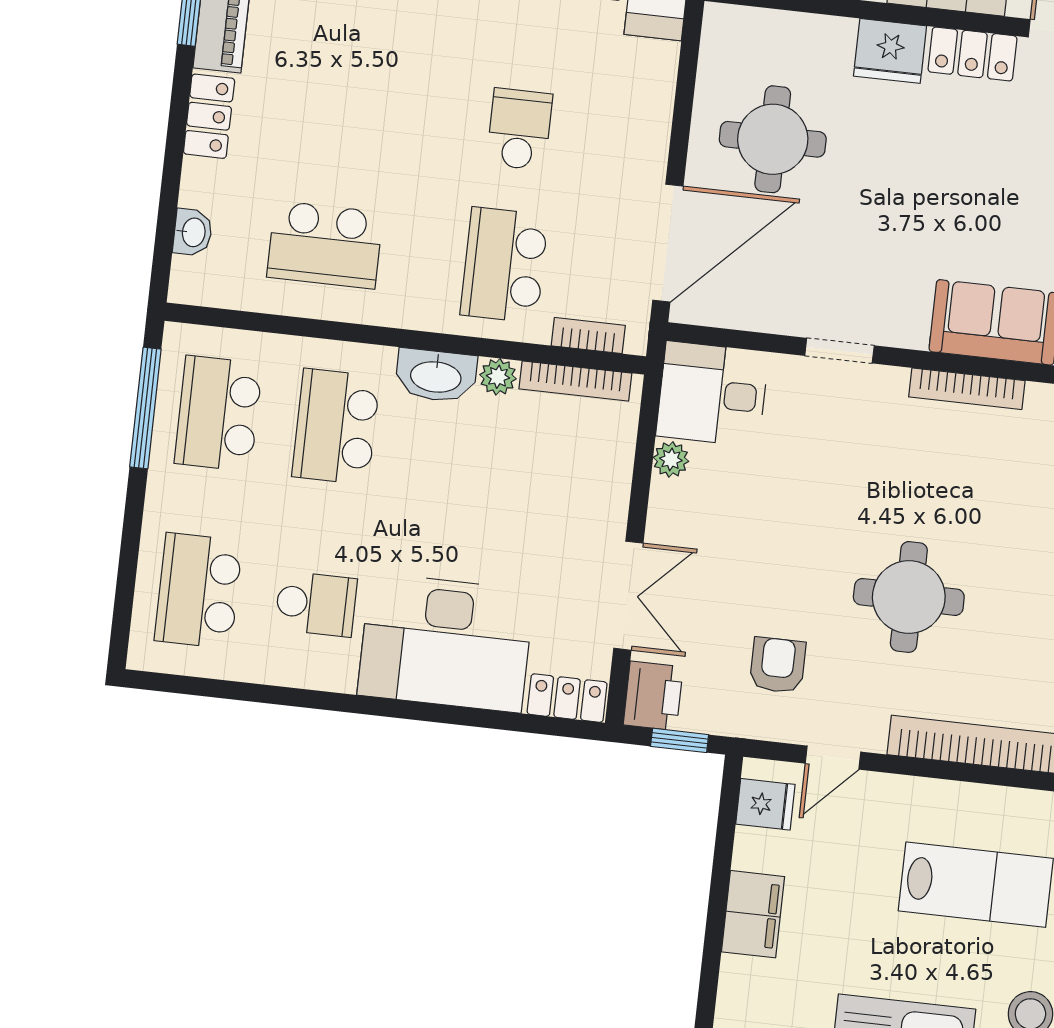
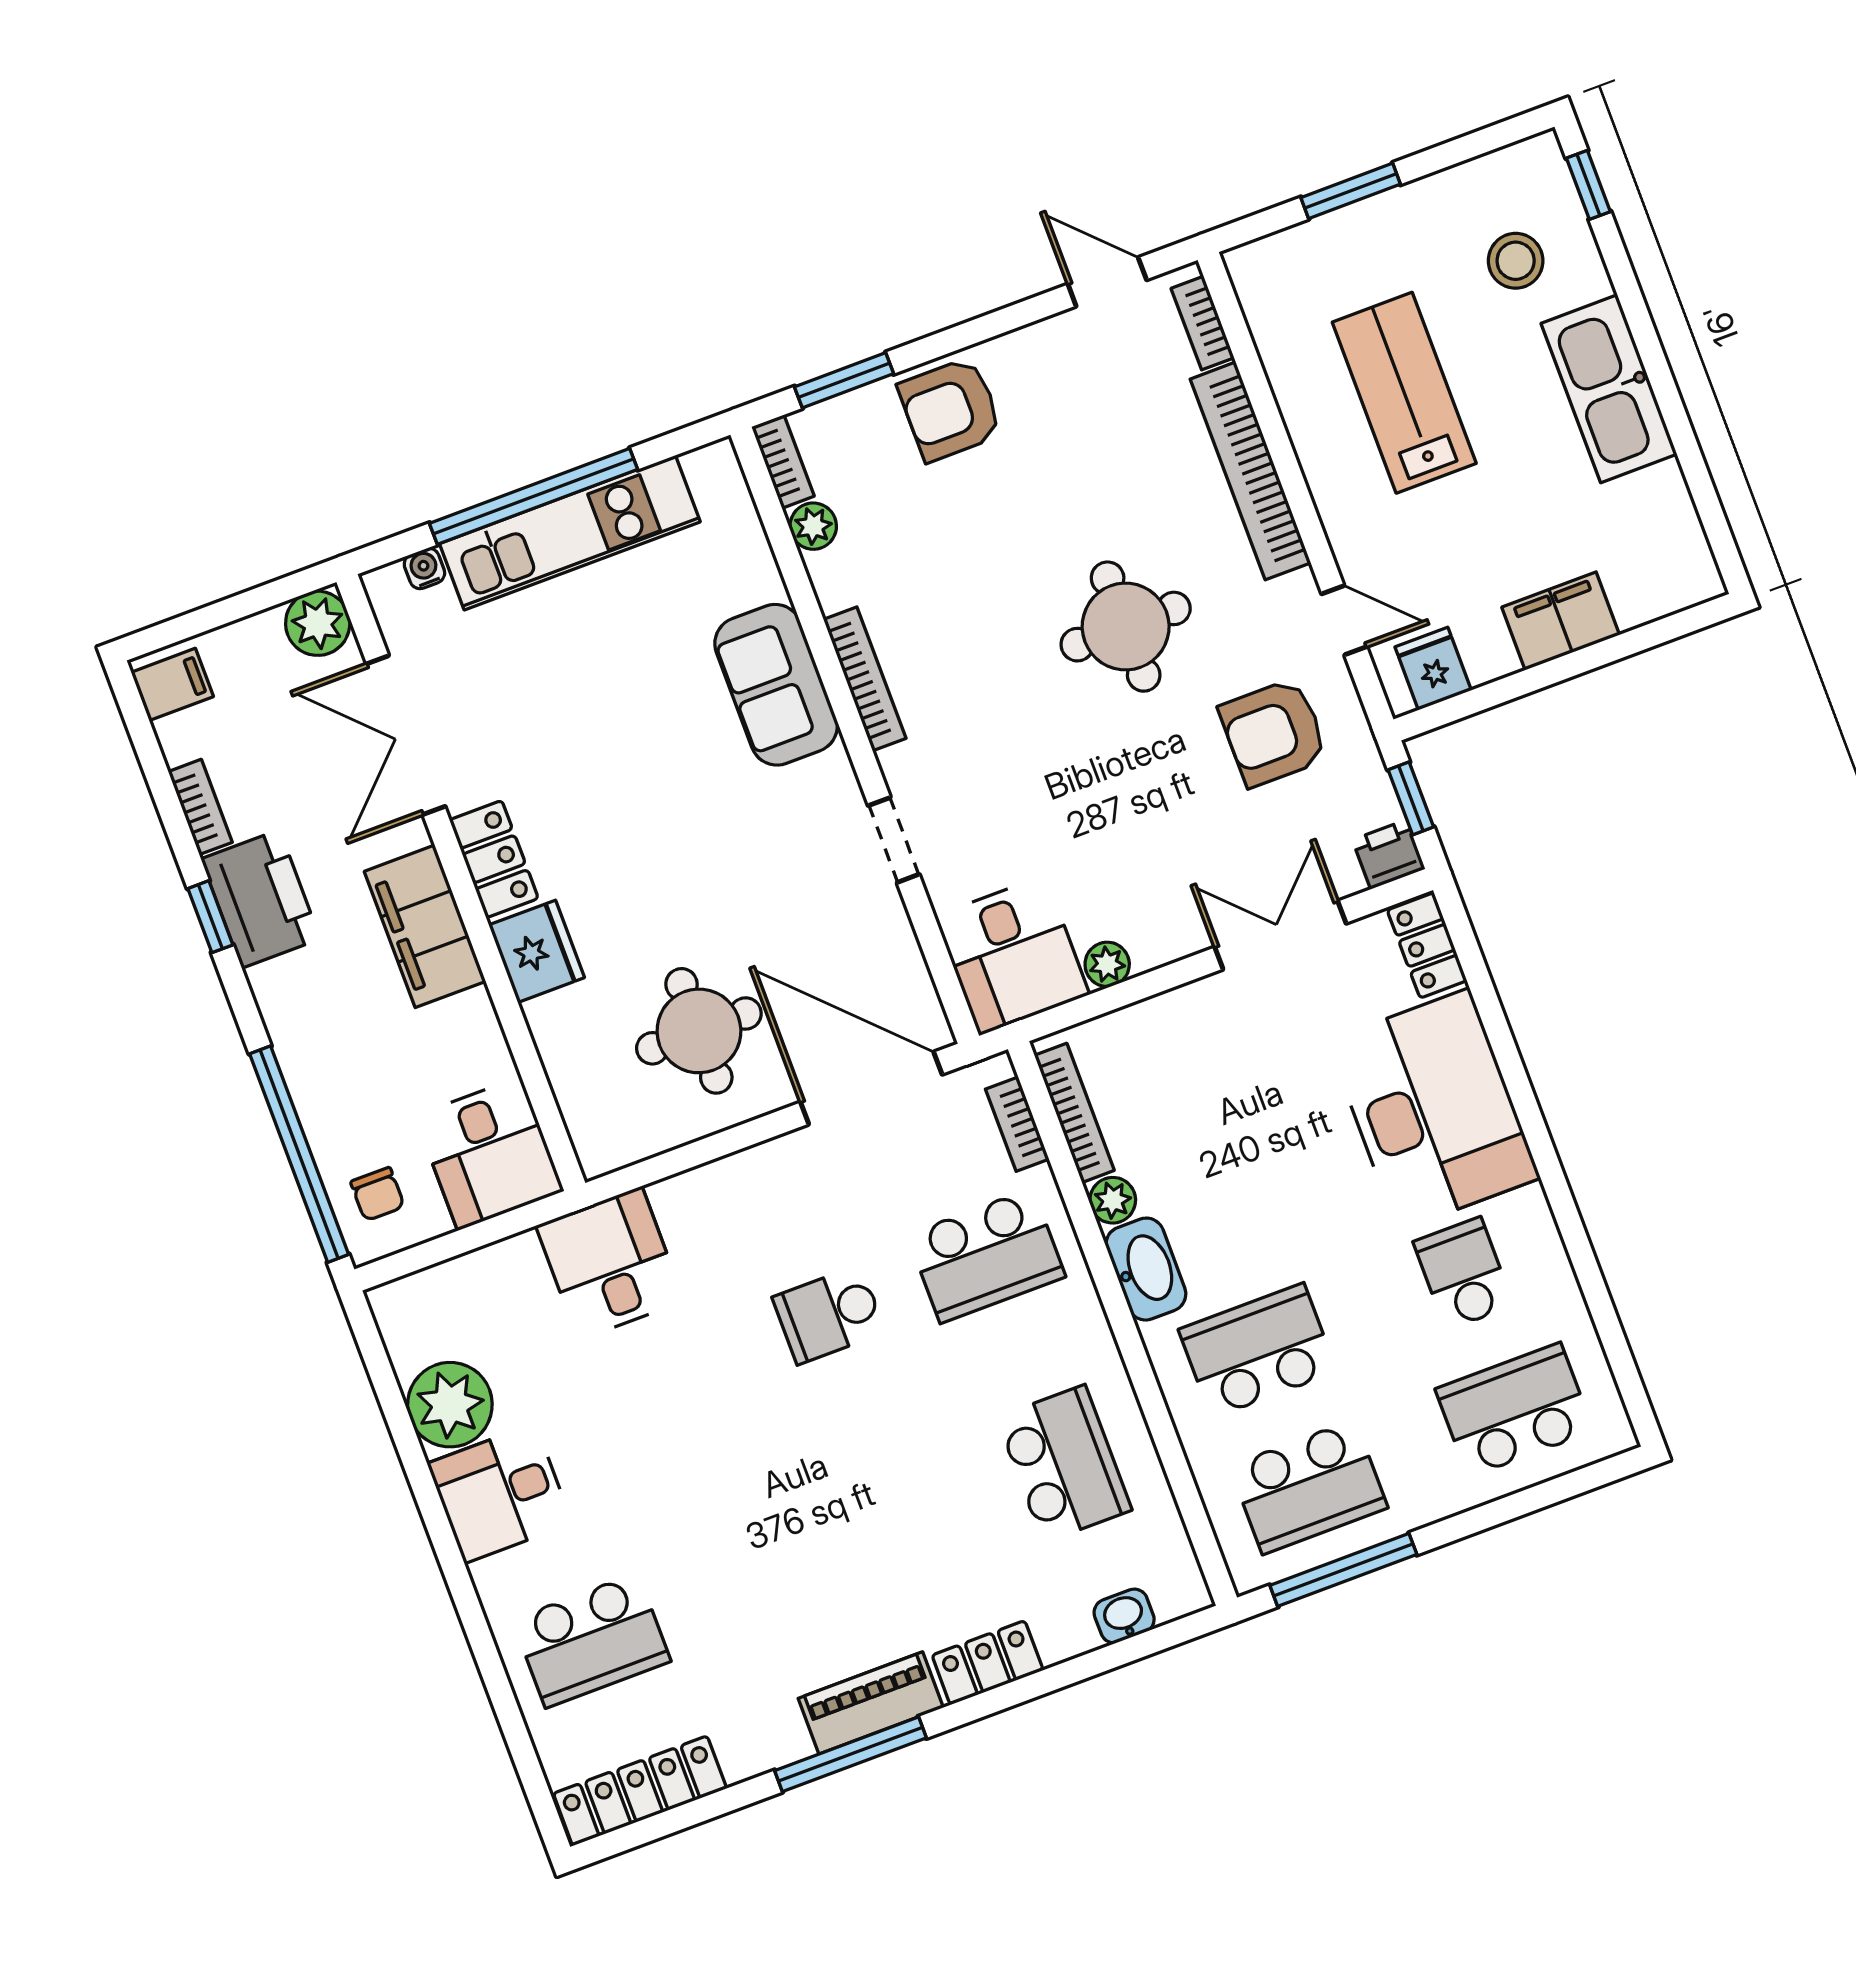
school desk: (336, 427) -> (1258, 1351), turned 180
school desk: (198, 591) -> (1514, 1410), turned 180
armchair: (778, 665) -> (1274, 733), width x1.38, depth x1.38
printer: (653, 696) -> (1389, 854), width x0.73, depth x0.81

